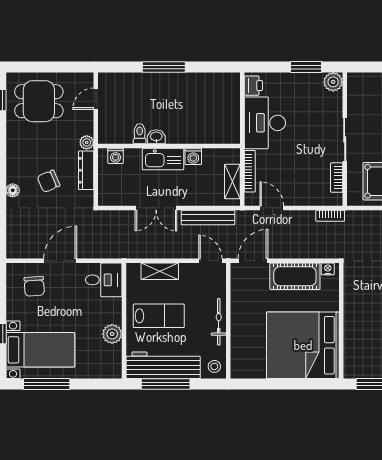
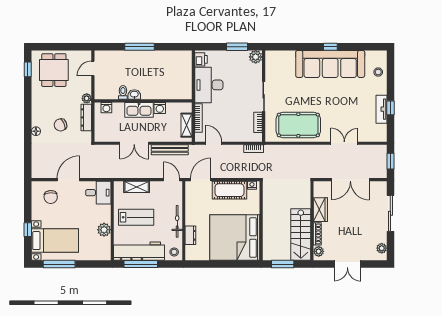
dining table: (39, 101) -> (54, 70), turned 90
dresser: (238, 342) -> (190, 235), added

